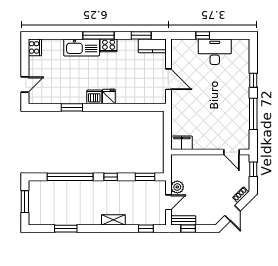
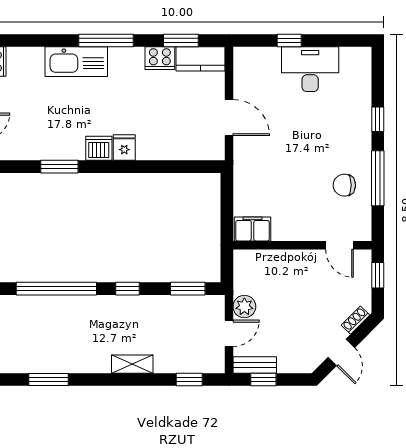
cooker: (109, 45) -> (160, 58), moved
chair: (234, 118) -> (344, 185), added

